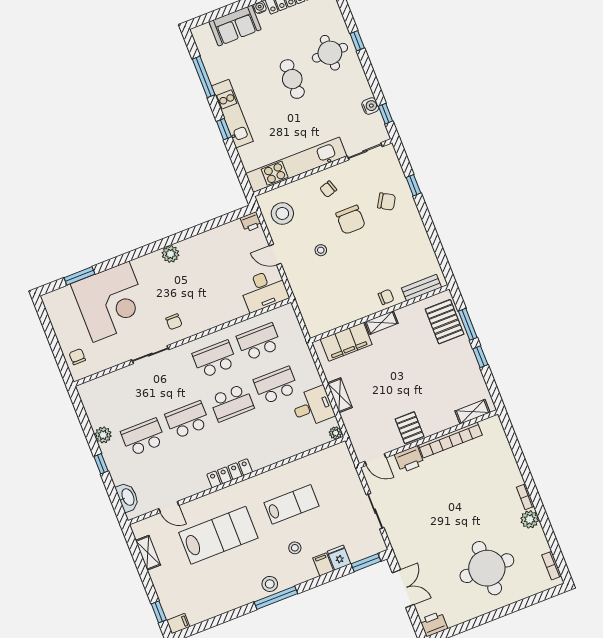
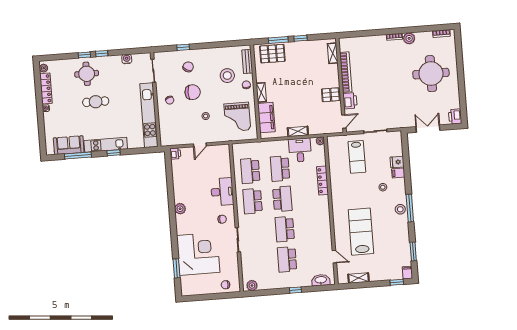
sofa: (235, 26) -> (69, 145), moved, turned -90
window: (386, 114) -> (102, 54), moved
stool: (282, 213) -> (227, 76), moved
desk: (264, 290) -> (222, 192), moved
grand piano: (334, 298) -> (237, 117), added
plant: (103, 435) -> (252, 285), moved
locker: (230, 473) -> (323, 180), moved
lab bench: (292, 504) -> (357, 157), moved, turned 180
door: (169, 507) -> (334, 257), hinge flipped
window: (366, 563) -> (413, 251), moved

